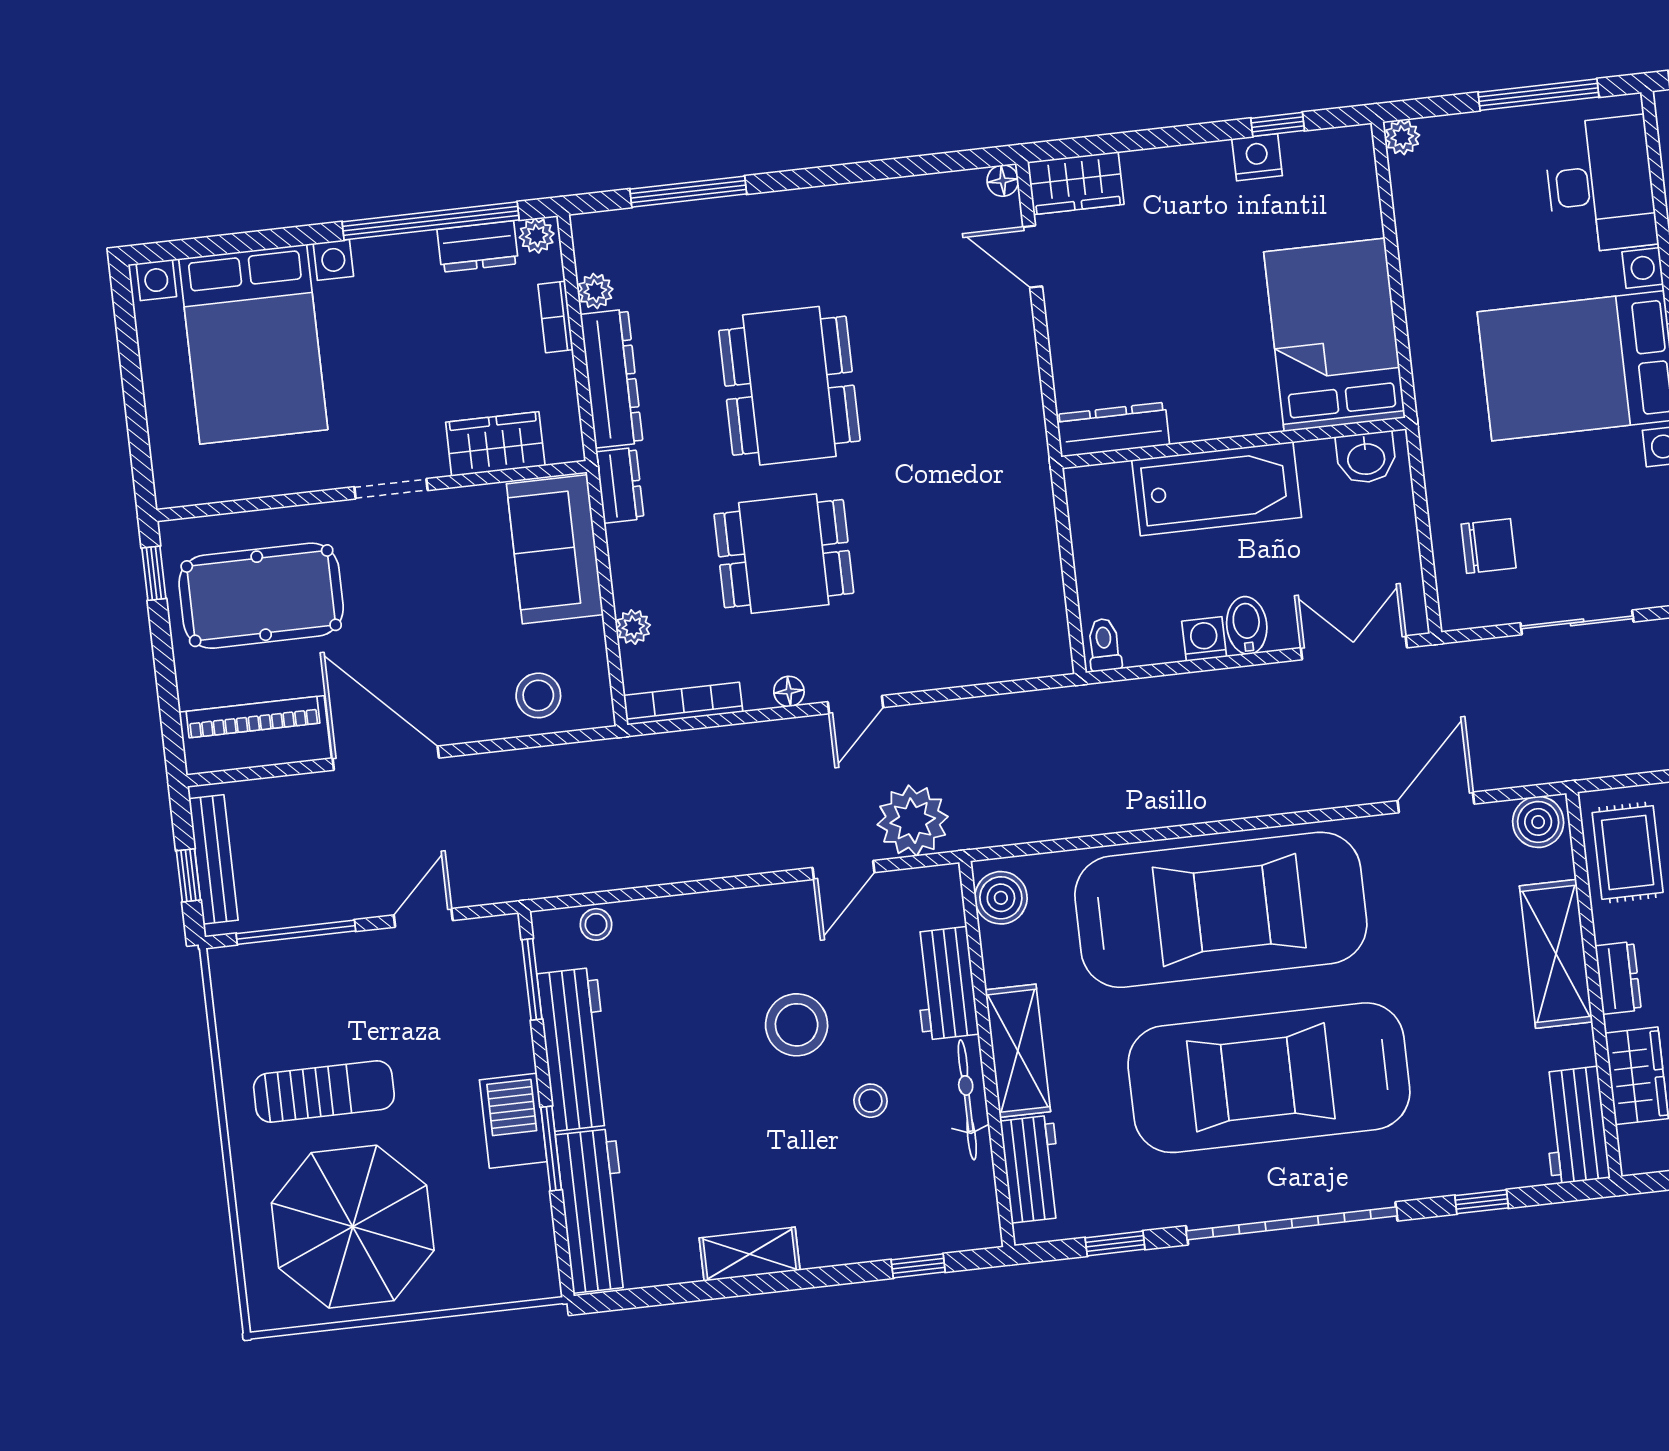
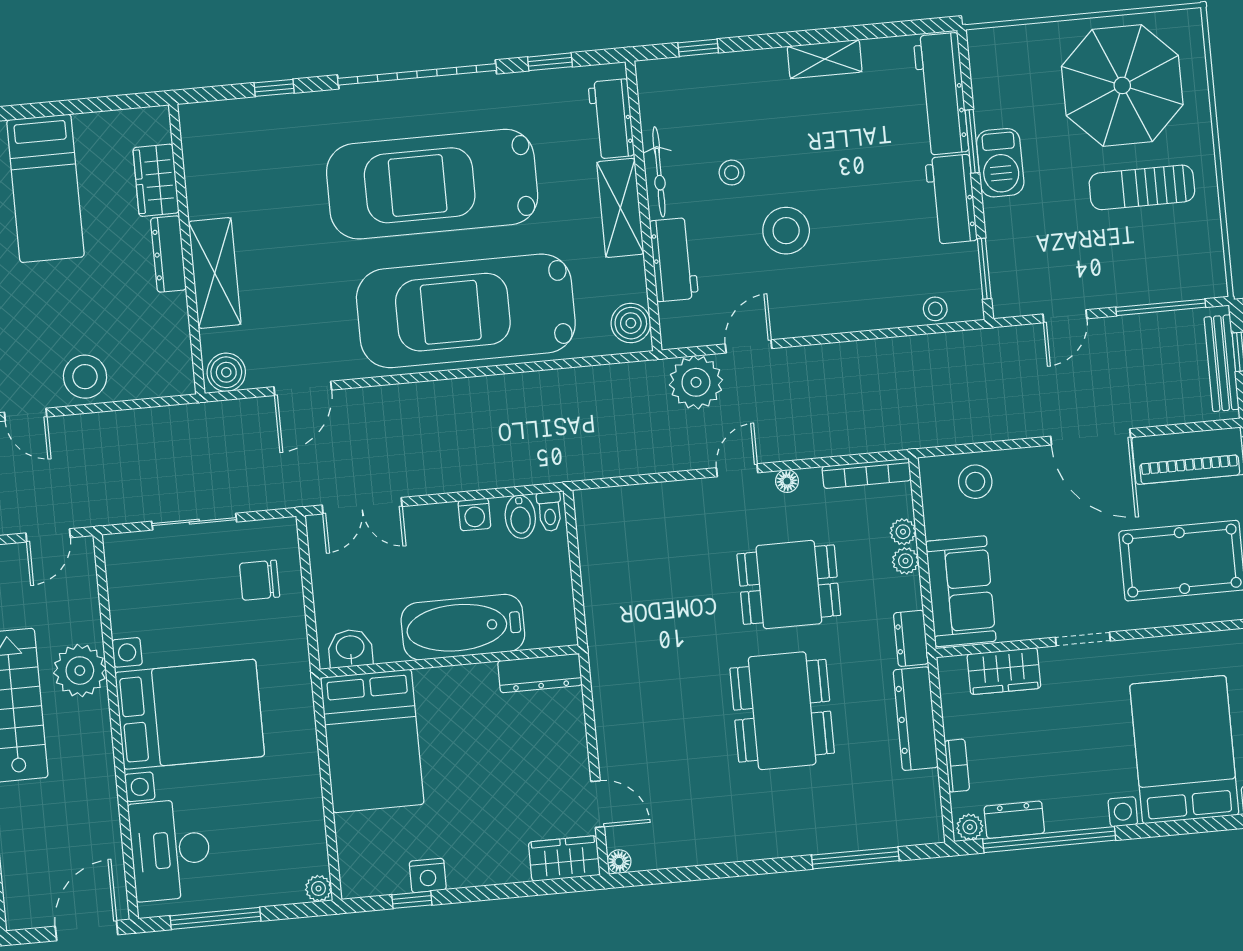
plant: (595, 291) -> (905, 561), moved
bidet: (1247, 625) -> (520, 517), moved
rug: (1628, 853) -> (160, 348), removed
dresser: (1618, 978) -> (168, 254), width x1.44
workbench: (575, 1049) -> (951, 199), width x0.73
car: (1269, 1078) -> (432, 184), turned 180
workbench: (1575, 1125) -> (203, 144), removed

